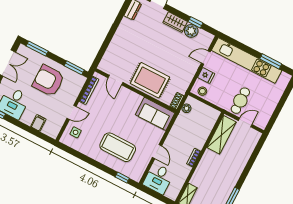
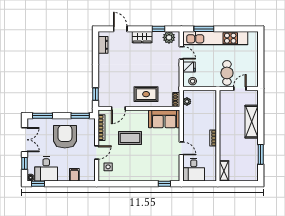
plant: (191, 31) -> (169, 37), moved
window: (100, 54) -> (96, 94), added
door: (206, 58) -> (181, 53), swing flipped
window: (271, 61) -> (204, 29), moved
door: (115, 80) -> (118, 108), hinge flipped
rug: (150, 80) -> (146, 94), width x0.73, depth x0.70
armchair: (49, 81) -> (65, 137), turned 90
shelving: (222, 135) -> (252, 122), moved
coffee table: (118, 147) -> (130, 138), moved, width x0.73, depth x0.76

